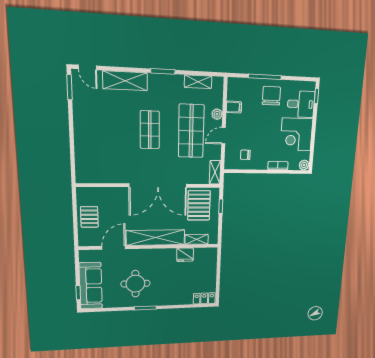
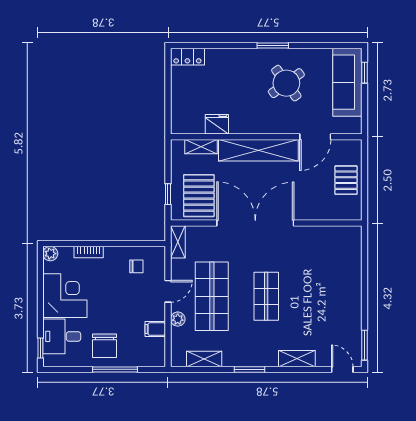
shelving: (125, 81) -> (297, 359), width x0.67, depth x0.75
round table: (135, 284) -> (286, 83), turned -36

